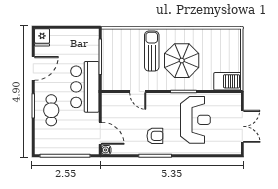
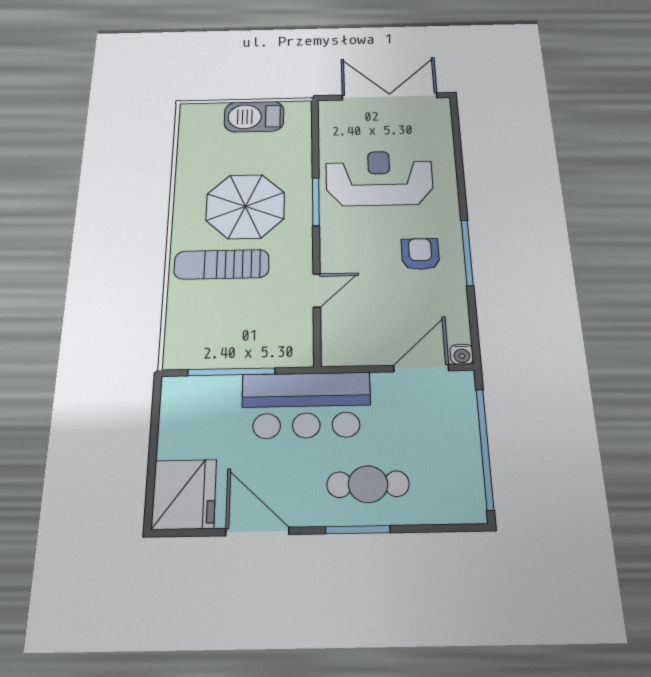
fridge: (42, 37) -> (184, 494), width x1.88, depth x1.34
barbecue: (227, 81) -> (254, 117), moved, turned -90
double door: (242, 126) -> (390, 96), width x1.37

